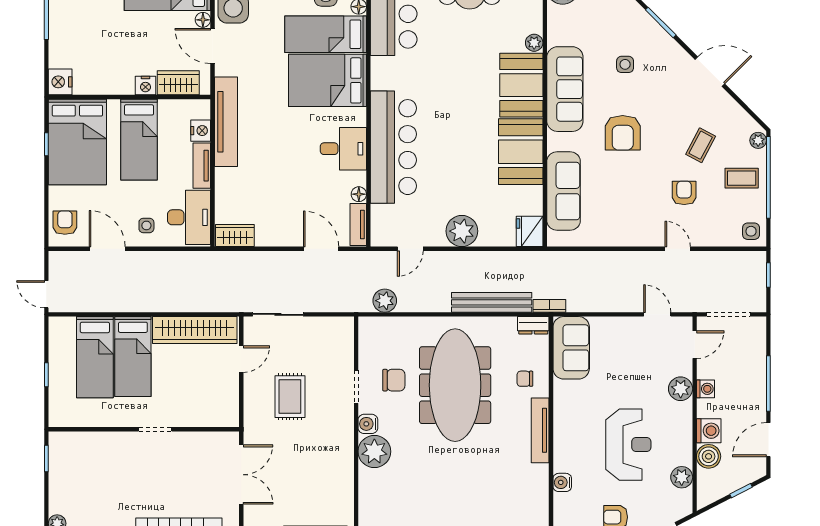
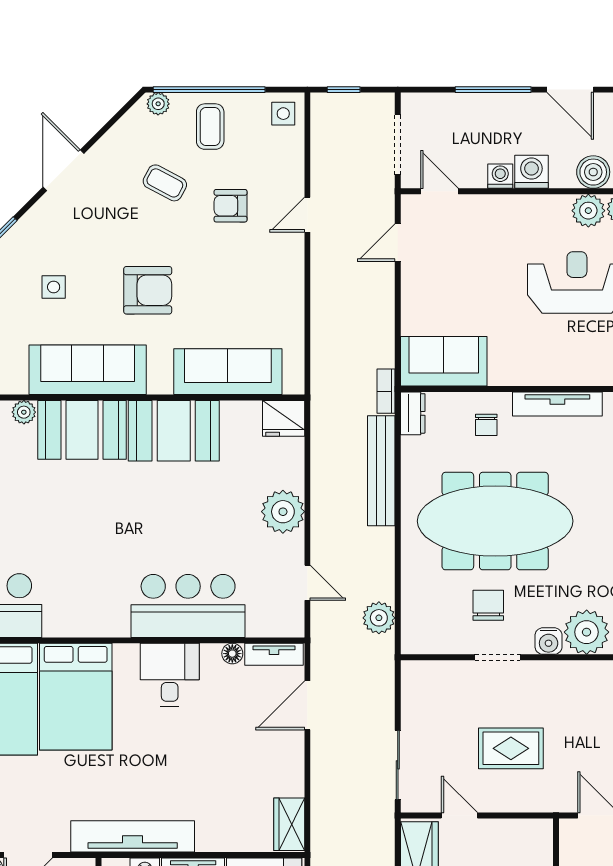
bar counter: (393, 147) -> (188, 606), width x0.73
plant: (681, 389) -> (588, 211), moved
washing machine: (709, 431) -> (531, 172), moved

